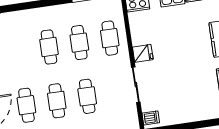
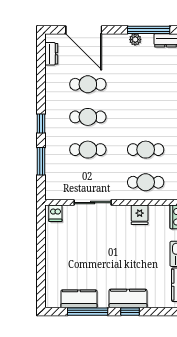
cafe table: (49, 47) -> (146, 117), removed
fridge: (143, 53) -> (140, 215), moved

